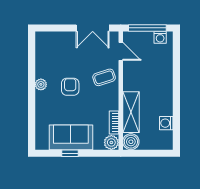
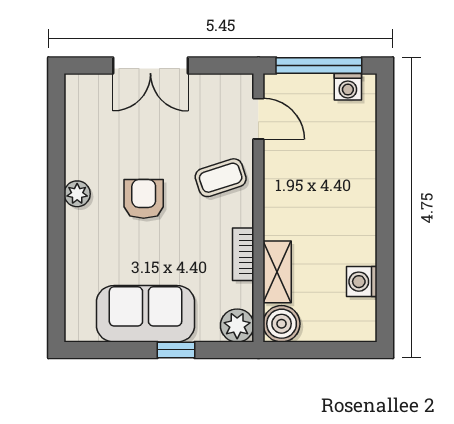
double door: (93, 28) -> (150, 66), moved
shelving: (131, 112) -> (277, 272), width x0.67, depth x0.75
bookcase: (114, 122) -> (243, 254), moved
window: (70, 153) -> (176, 350), moved

